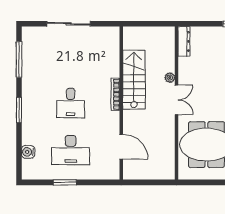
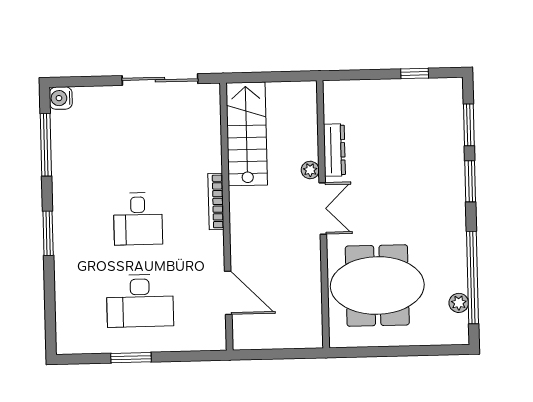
sliding door: (69, 24) -> (160, 80), moved
dresser: (184, 41) -> (334, 150), moved
stairs: (134, 80) -> (247, 134), moved
water cooler: (28, 152) -> (61, 98), moved

